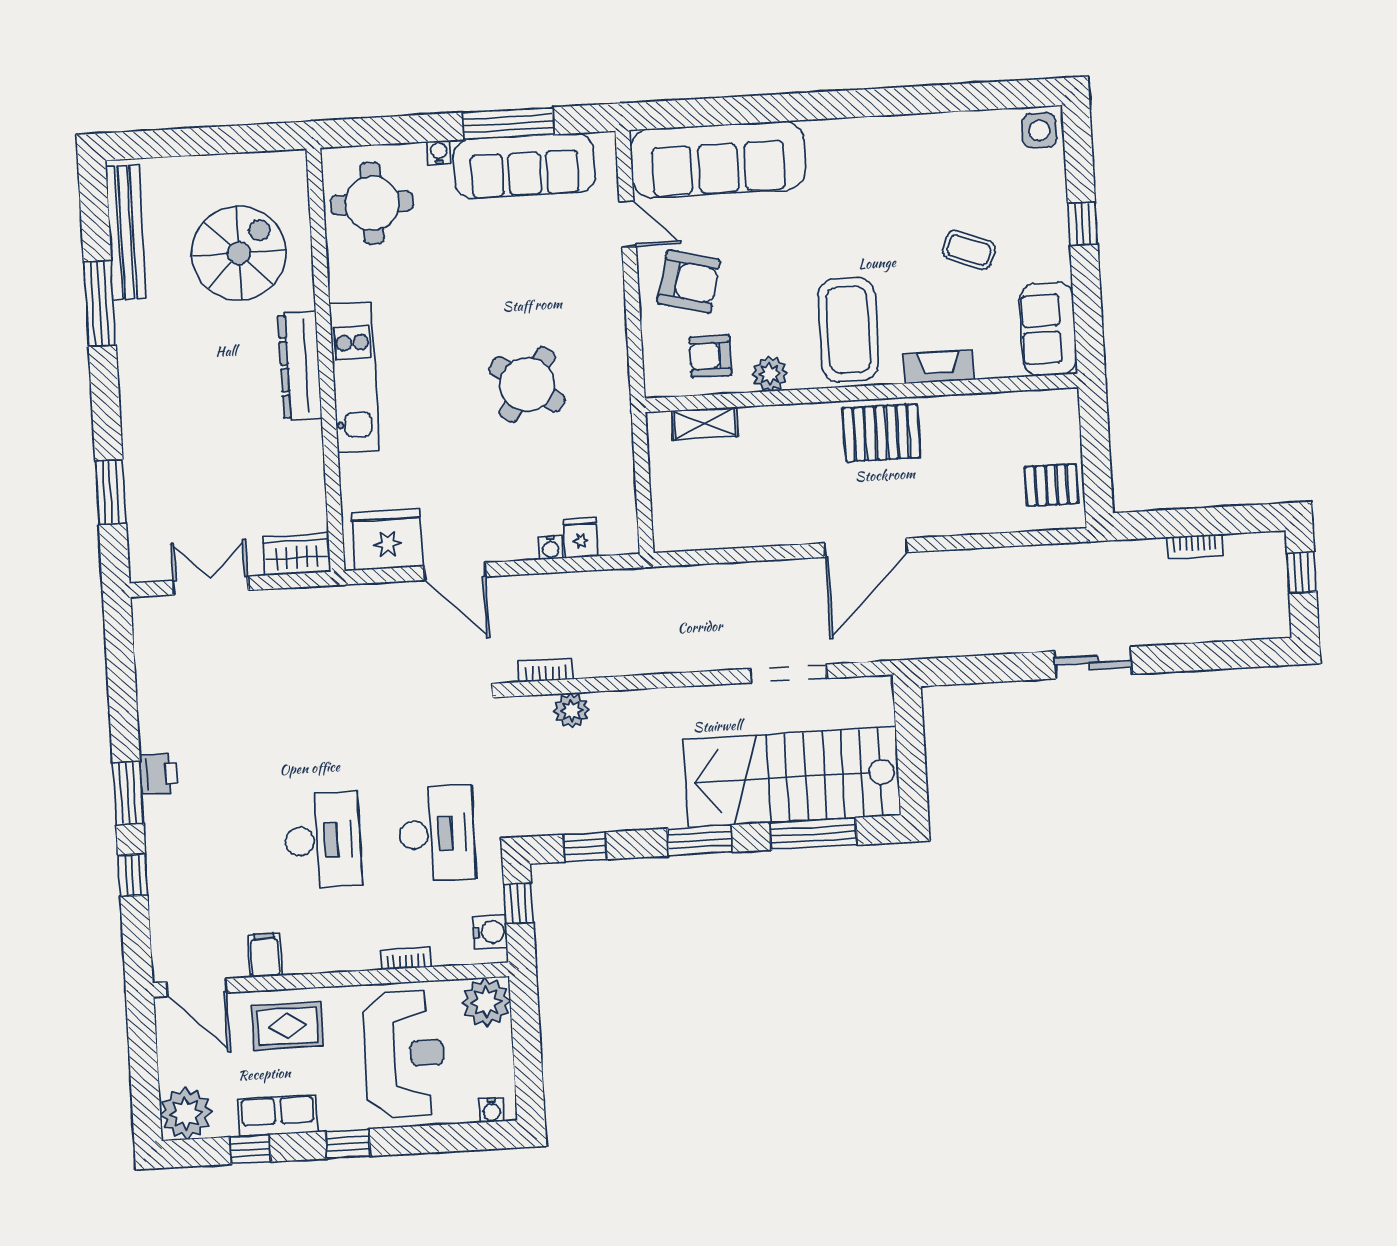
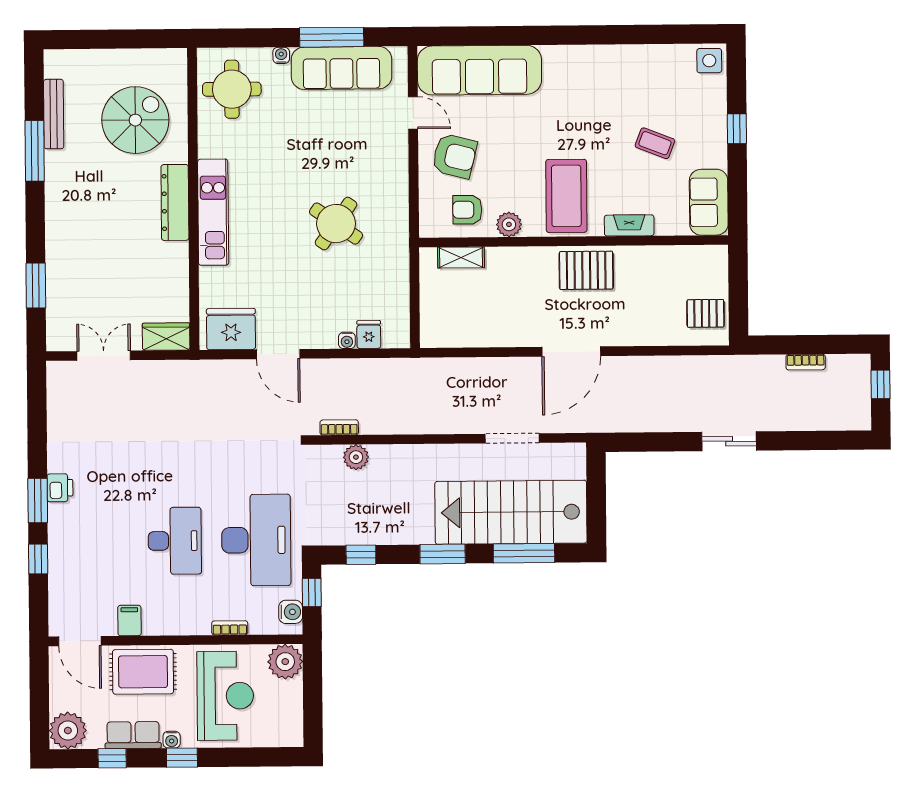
bench: (126, 232) -> (54, 114), width x0.73, depth x0.82
desk: (437, 834) -> (256, 540), width x1.36, depth x1.30
rug: (287, 1026) -> (143, 672), width x1.36, depth x1.43
water cooler: (492, 1110) -> (172, 740), moved

